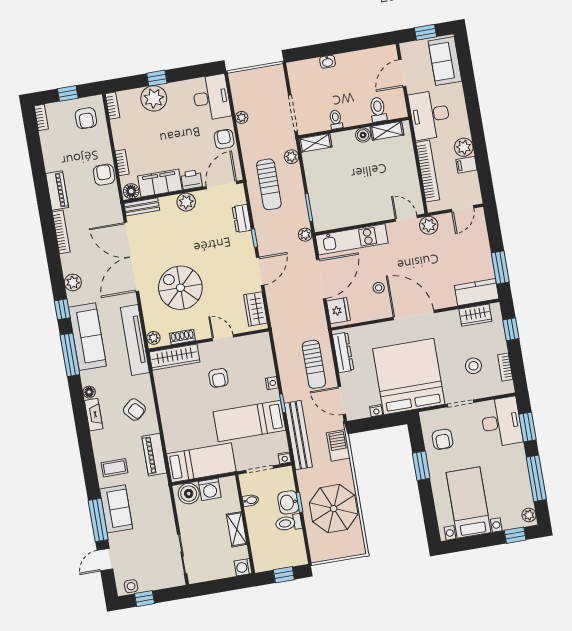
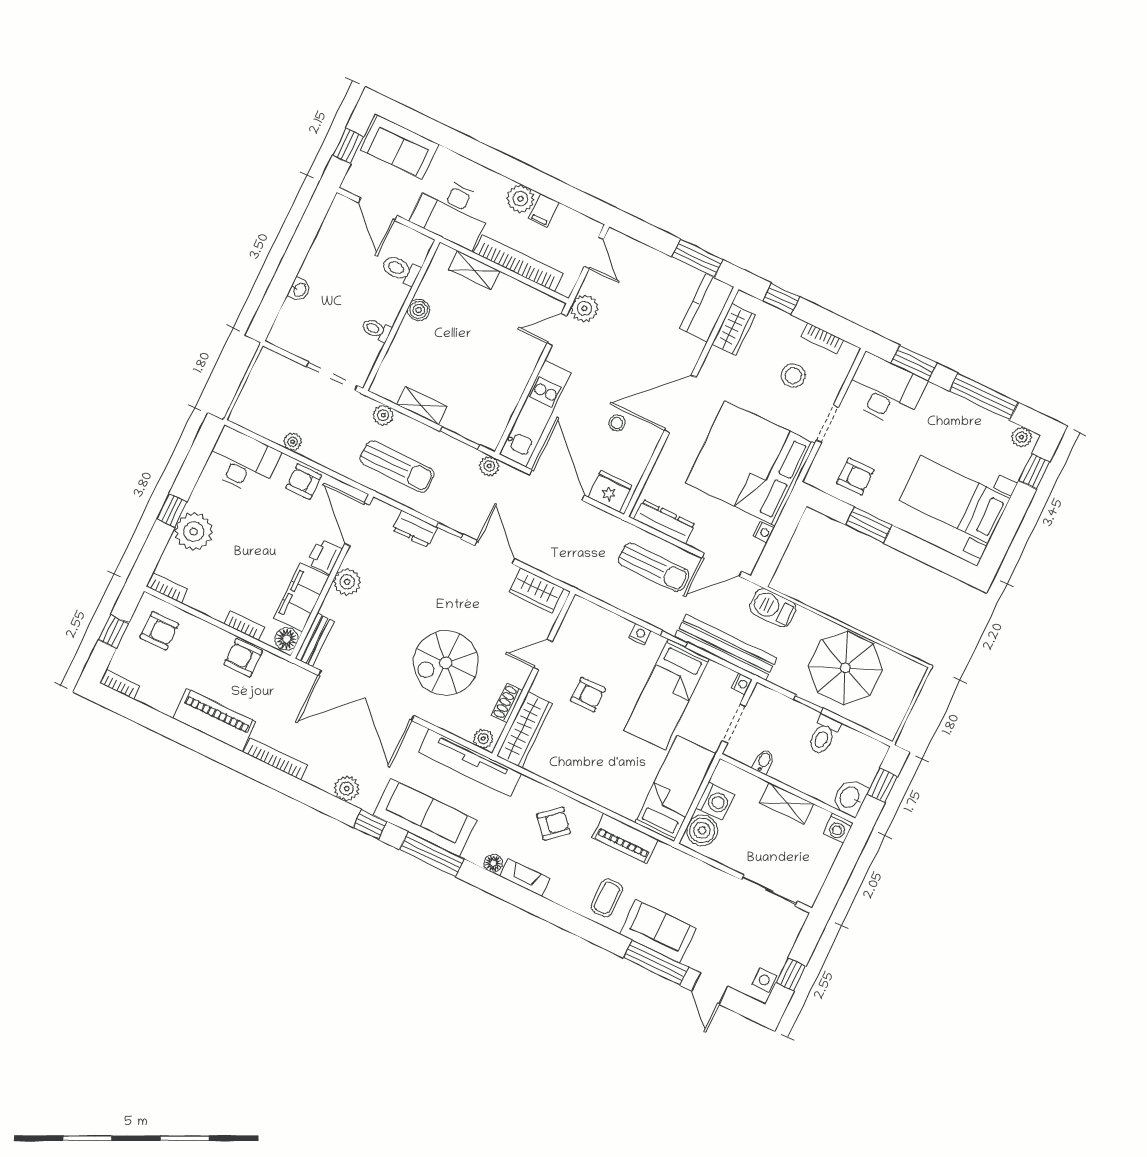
shelving: (387, 131) -> (474, 270), moved, turned 90
shelving: (315, 143) -> (422, 405), moved, turned 90
piano: (57, 191) -> (214, 720), width x1.37, depth x1.33
washbasin: (288, 502) -> (850, 797), moved, turned 90

